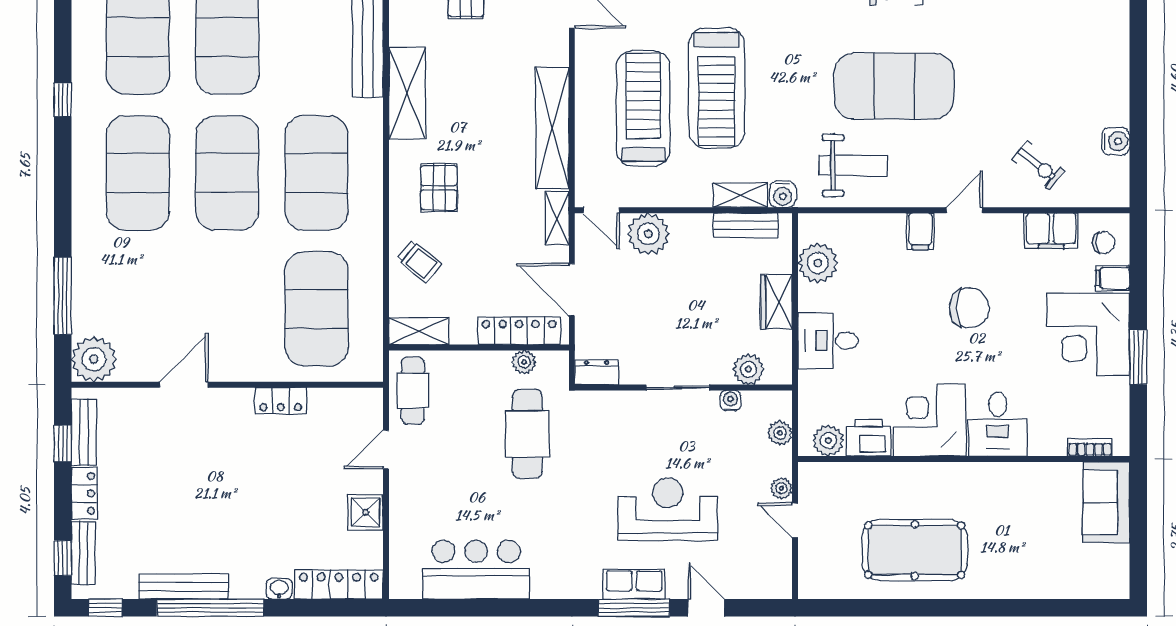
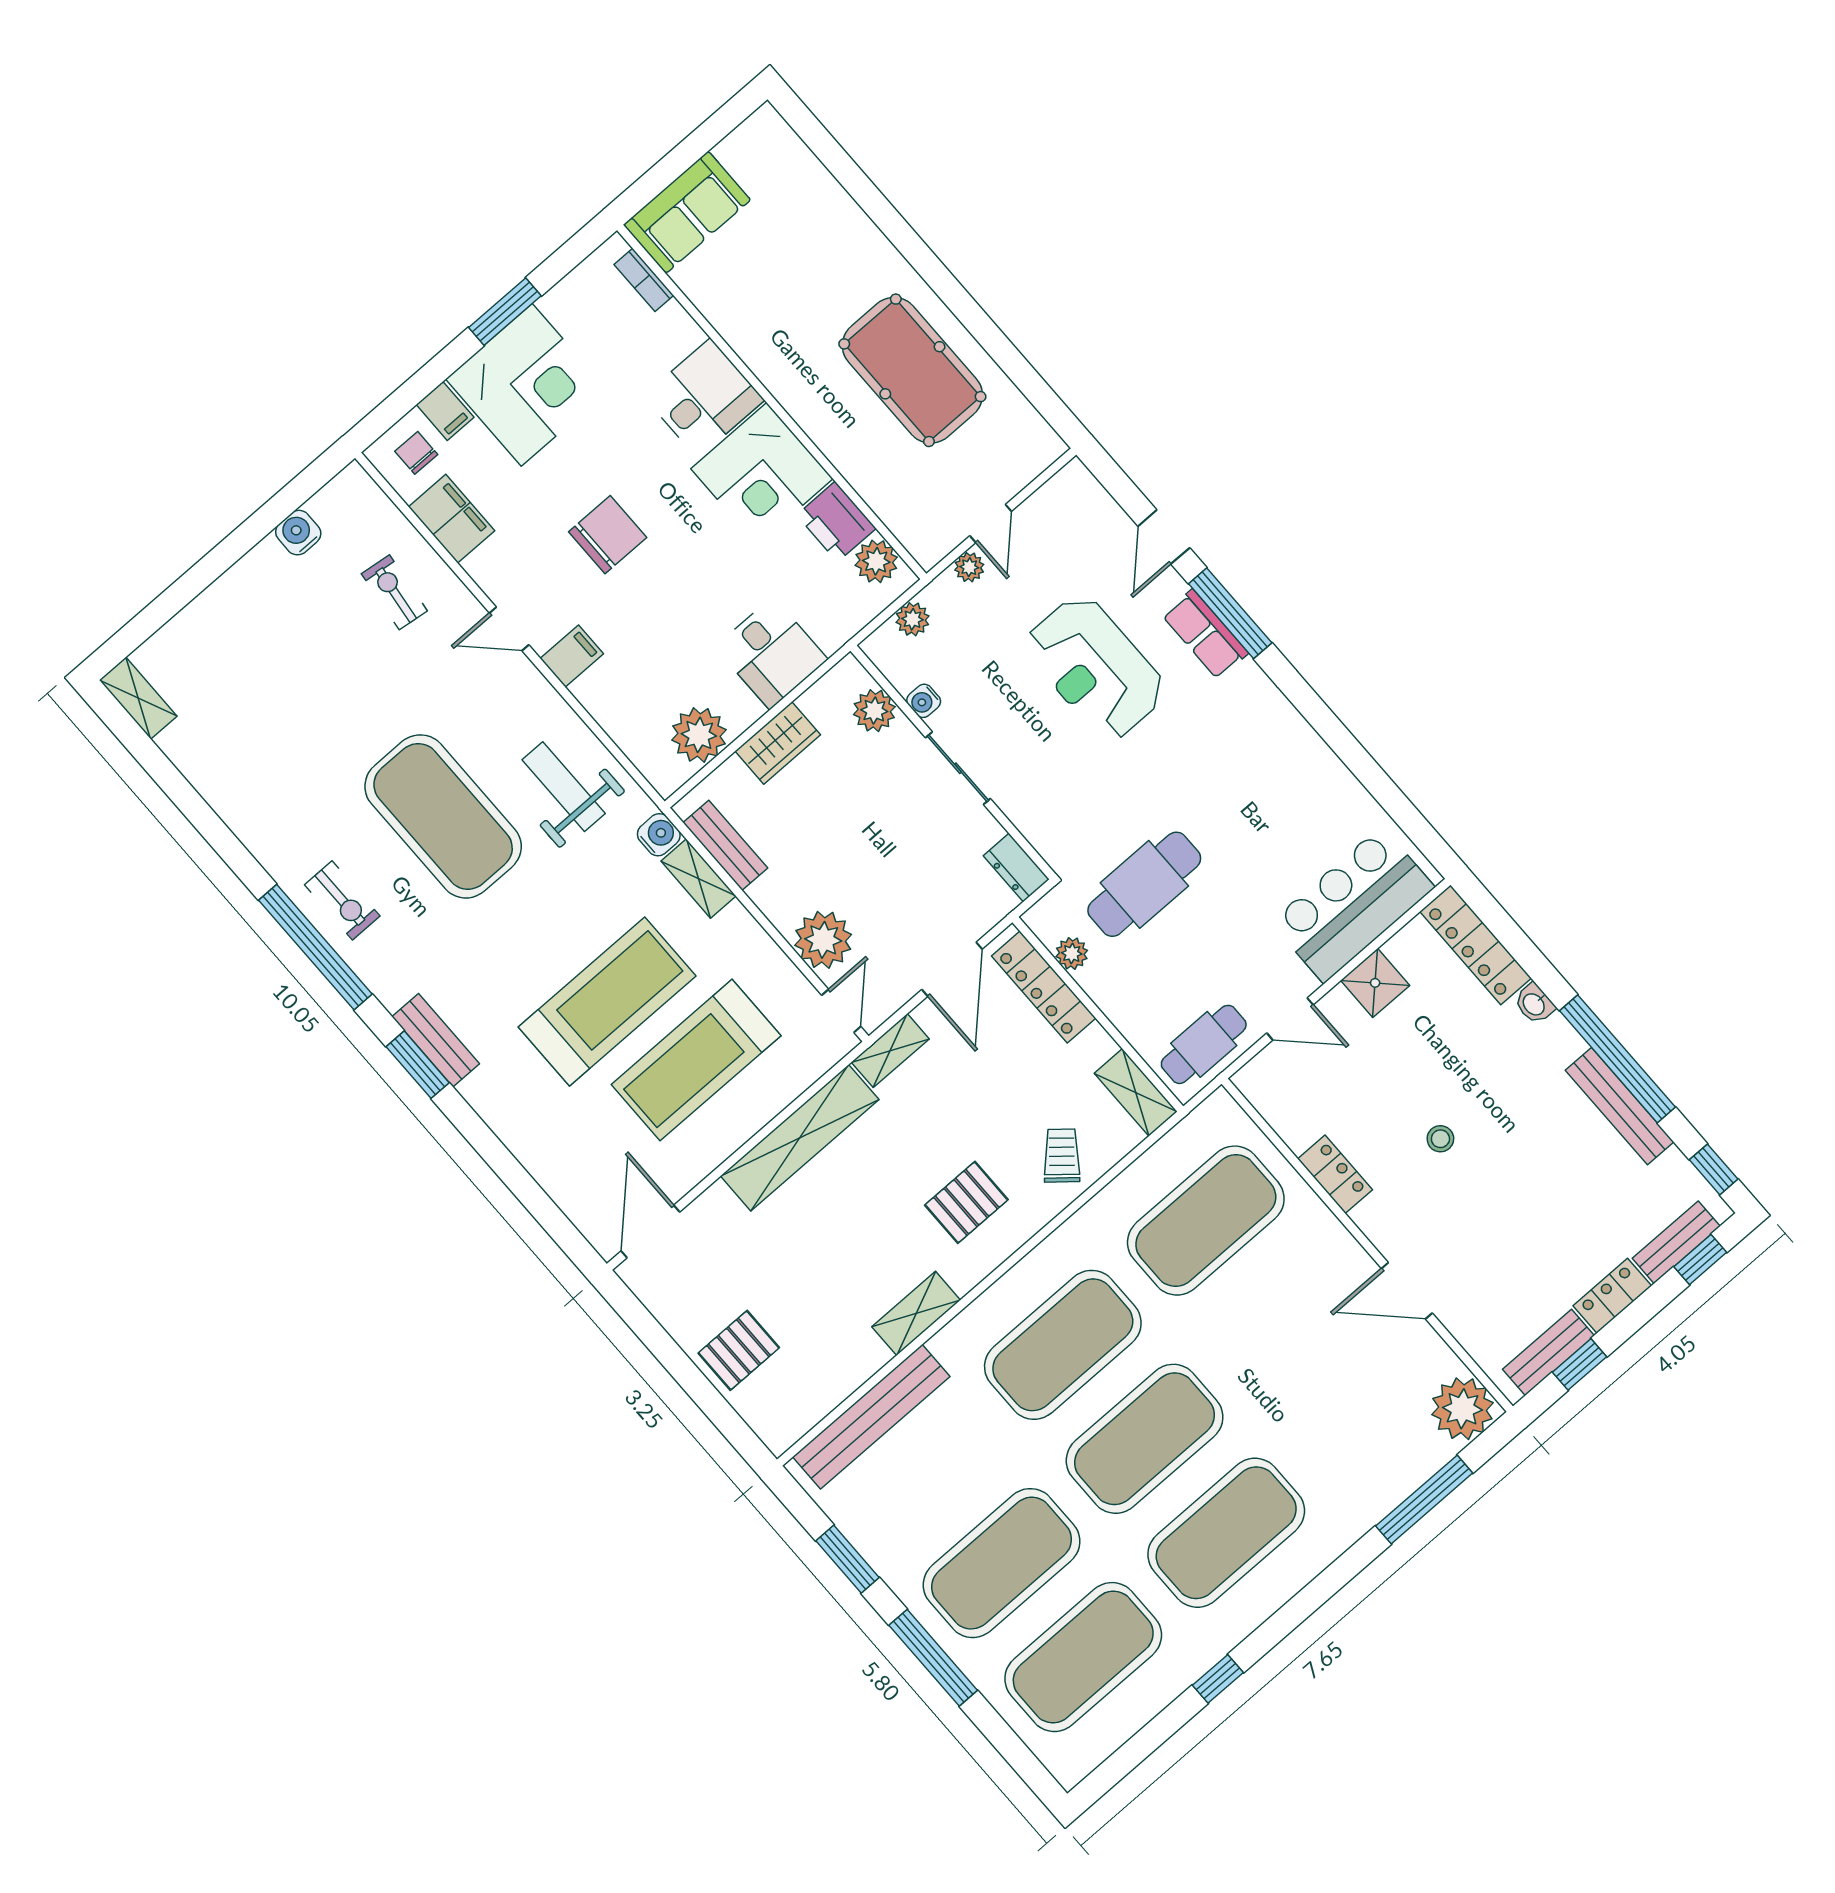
shelving: (407, 93) -> (916, 1313), width x0.67, depth x0.75
exercise bike: (1038, 165) -> (394, 592), turned -32
chair: (969, 308) -> (608, 535), turned 90
stool: (250, 474) -> (1440, 1139), added
bar counter: (476, 570) -> (1353, 905), moved, turned 90

